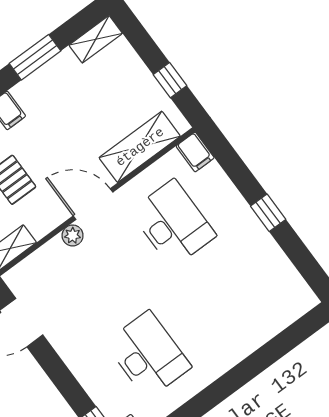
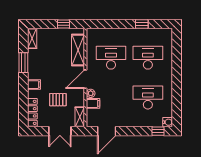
filing cabinet: (195, 152) -> (93, 103), moved
window: (268, 213) -> (142, 24), moved
desk: (227, 296) -> (148, 58), added

